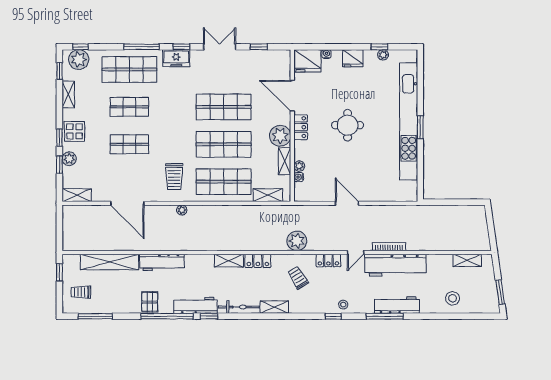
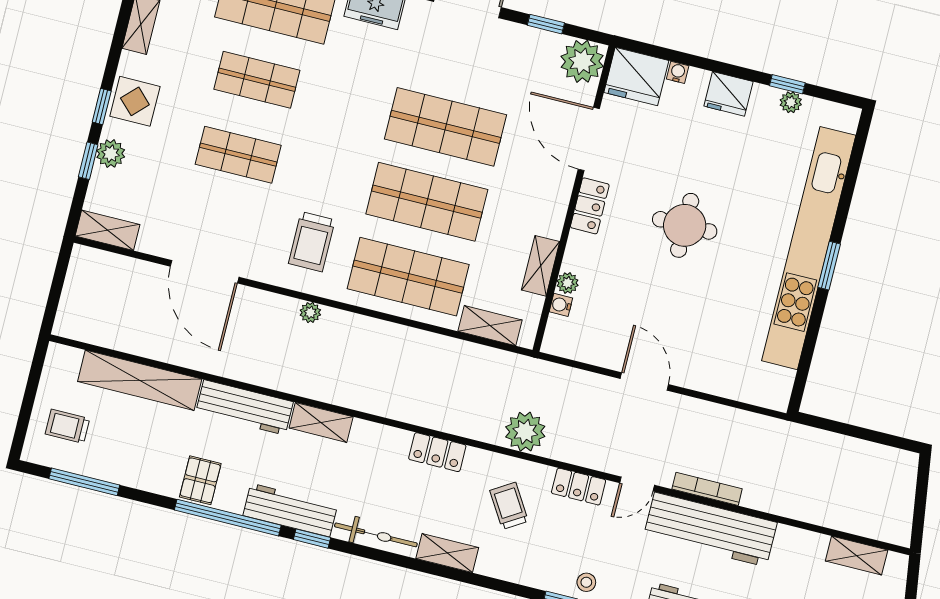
plant: (280, 136) -> (582, 61), moved
shelving: (229, 261) -> (321, 422), moved
window: (59, 272) -> (34, 376), removed

